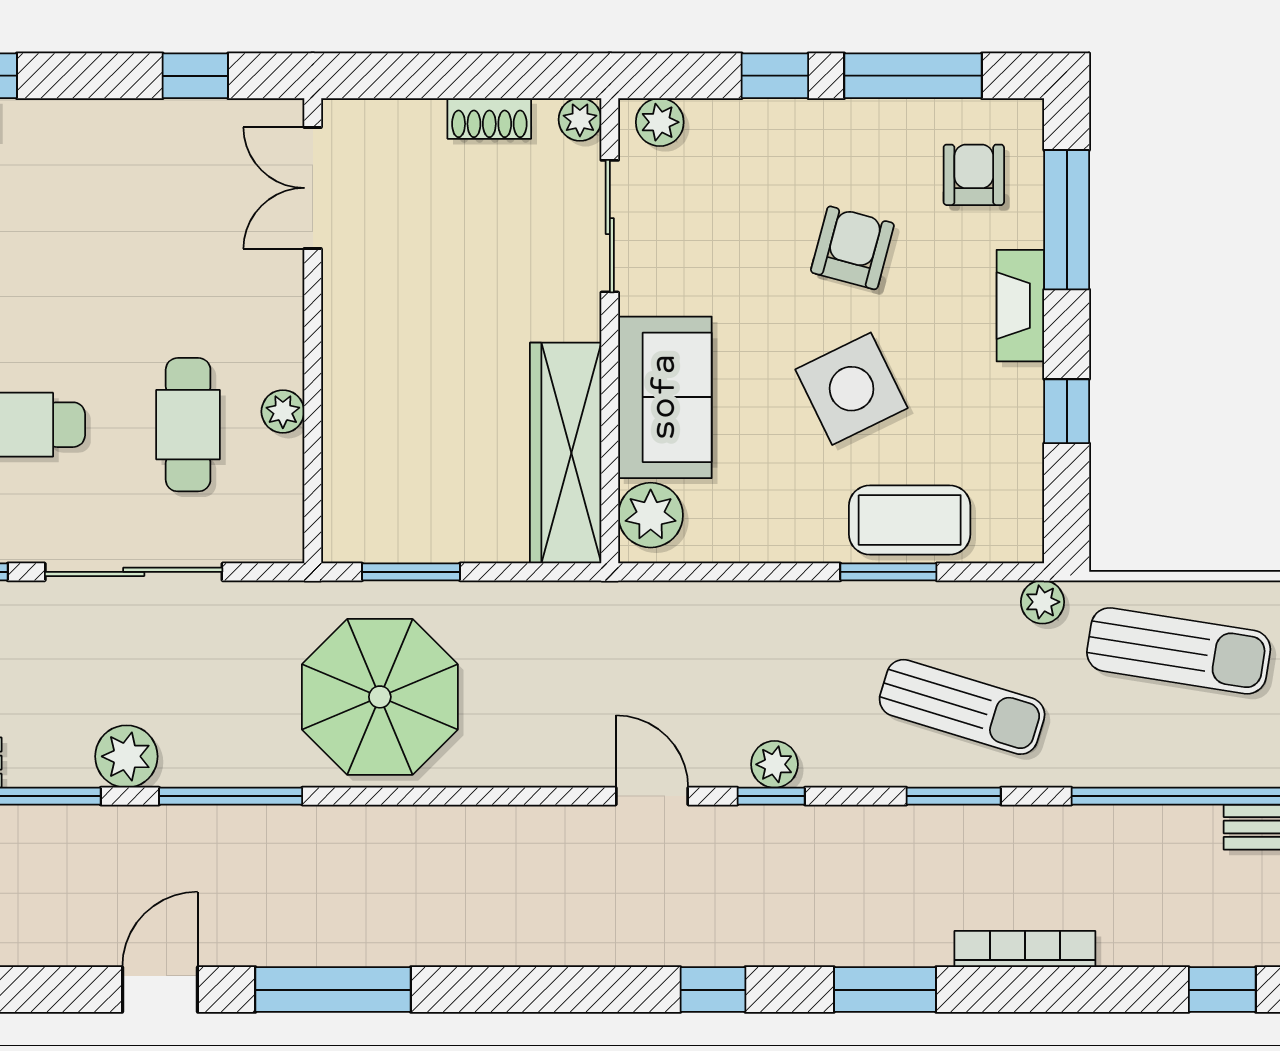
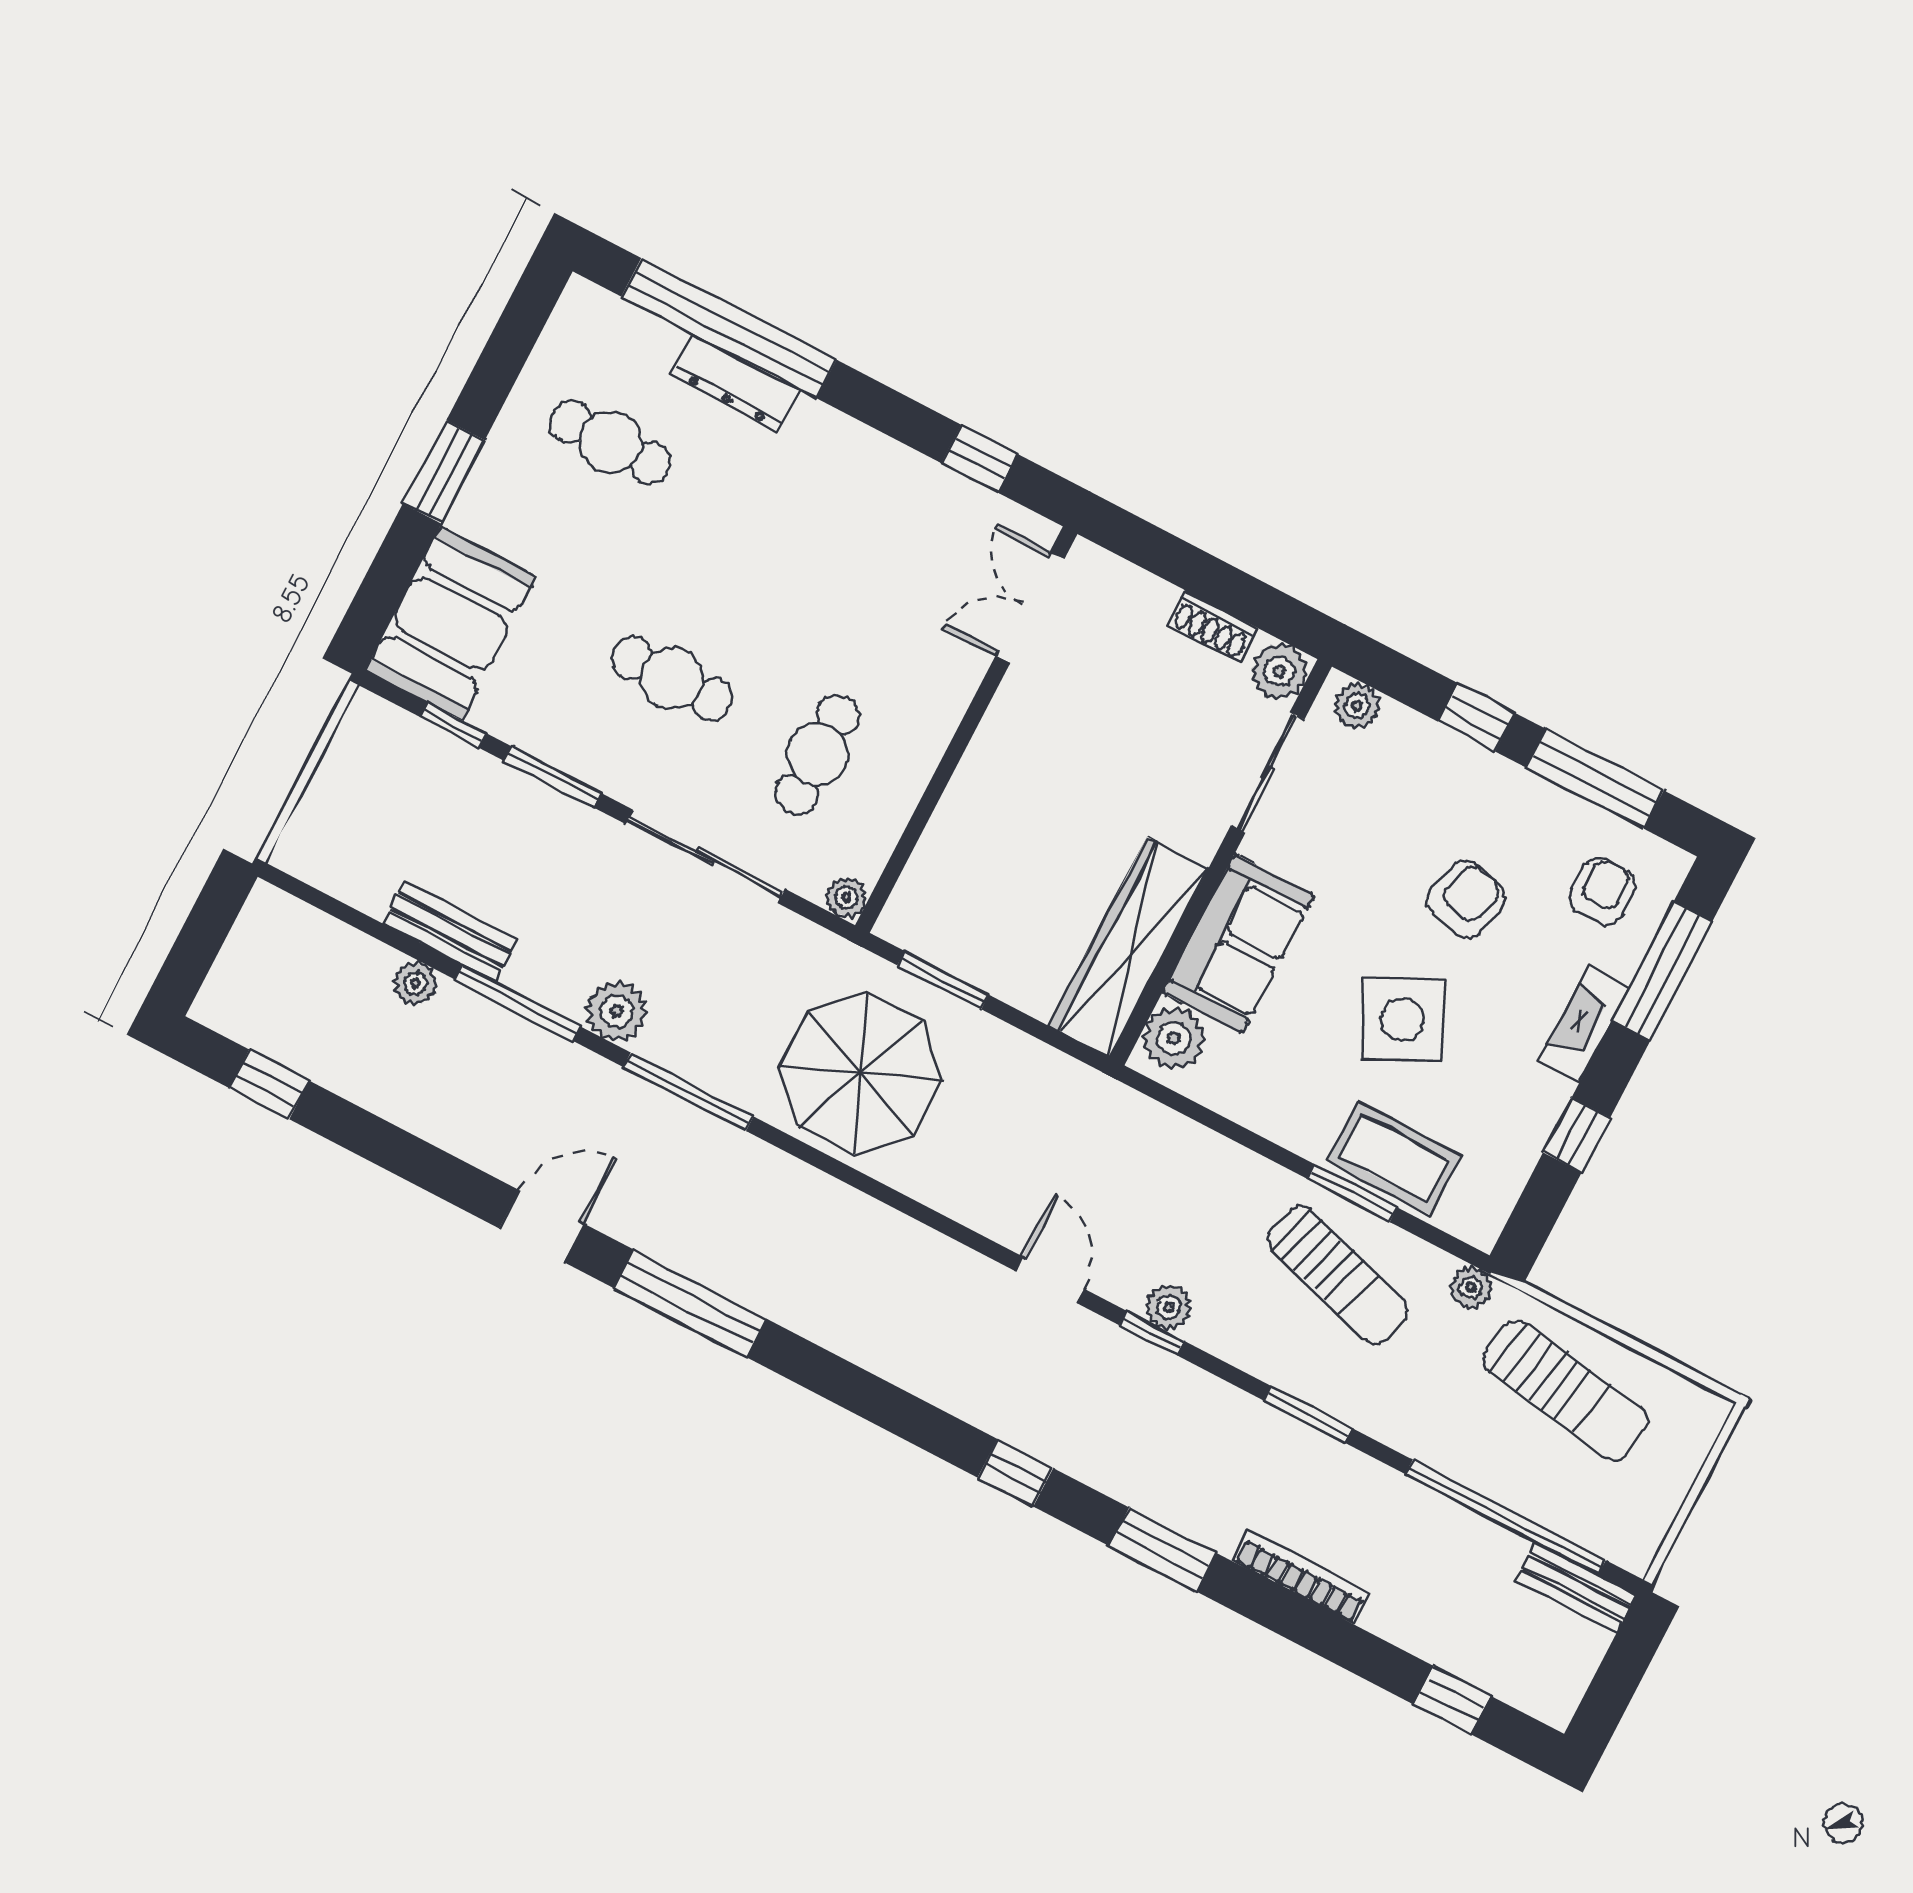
plant: (580, 120) -> (1279, 671), width x1.38, depth x1.38
plant: (283, 412) -> (846, 897), moved
sun lounger: (962, 707) -> (1338, 1275), moved

